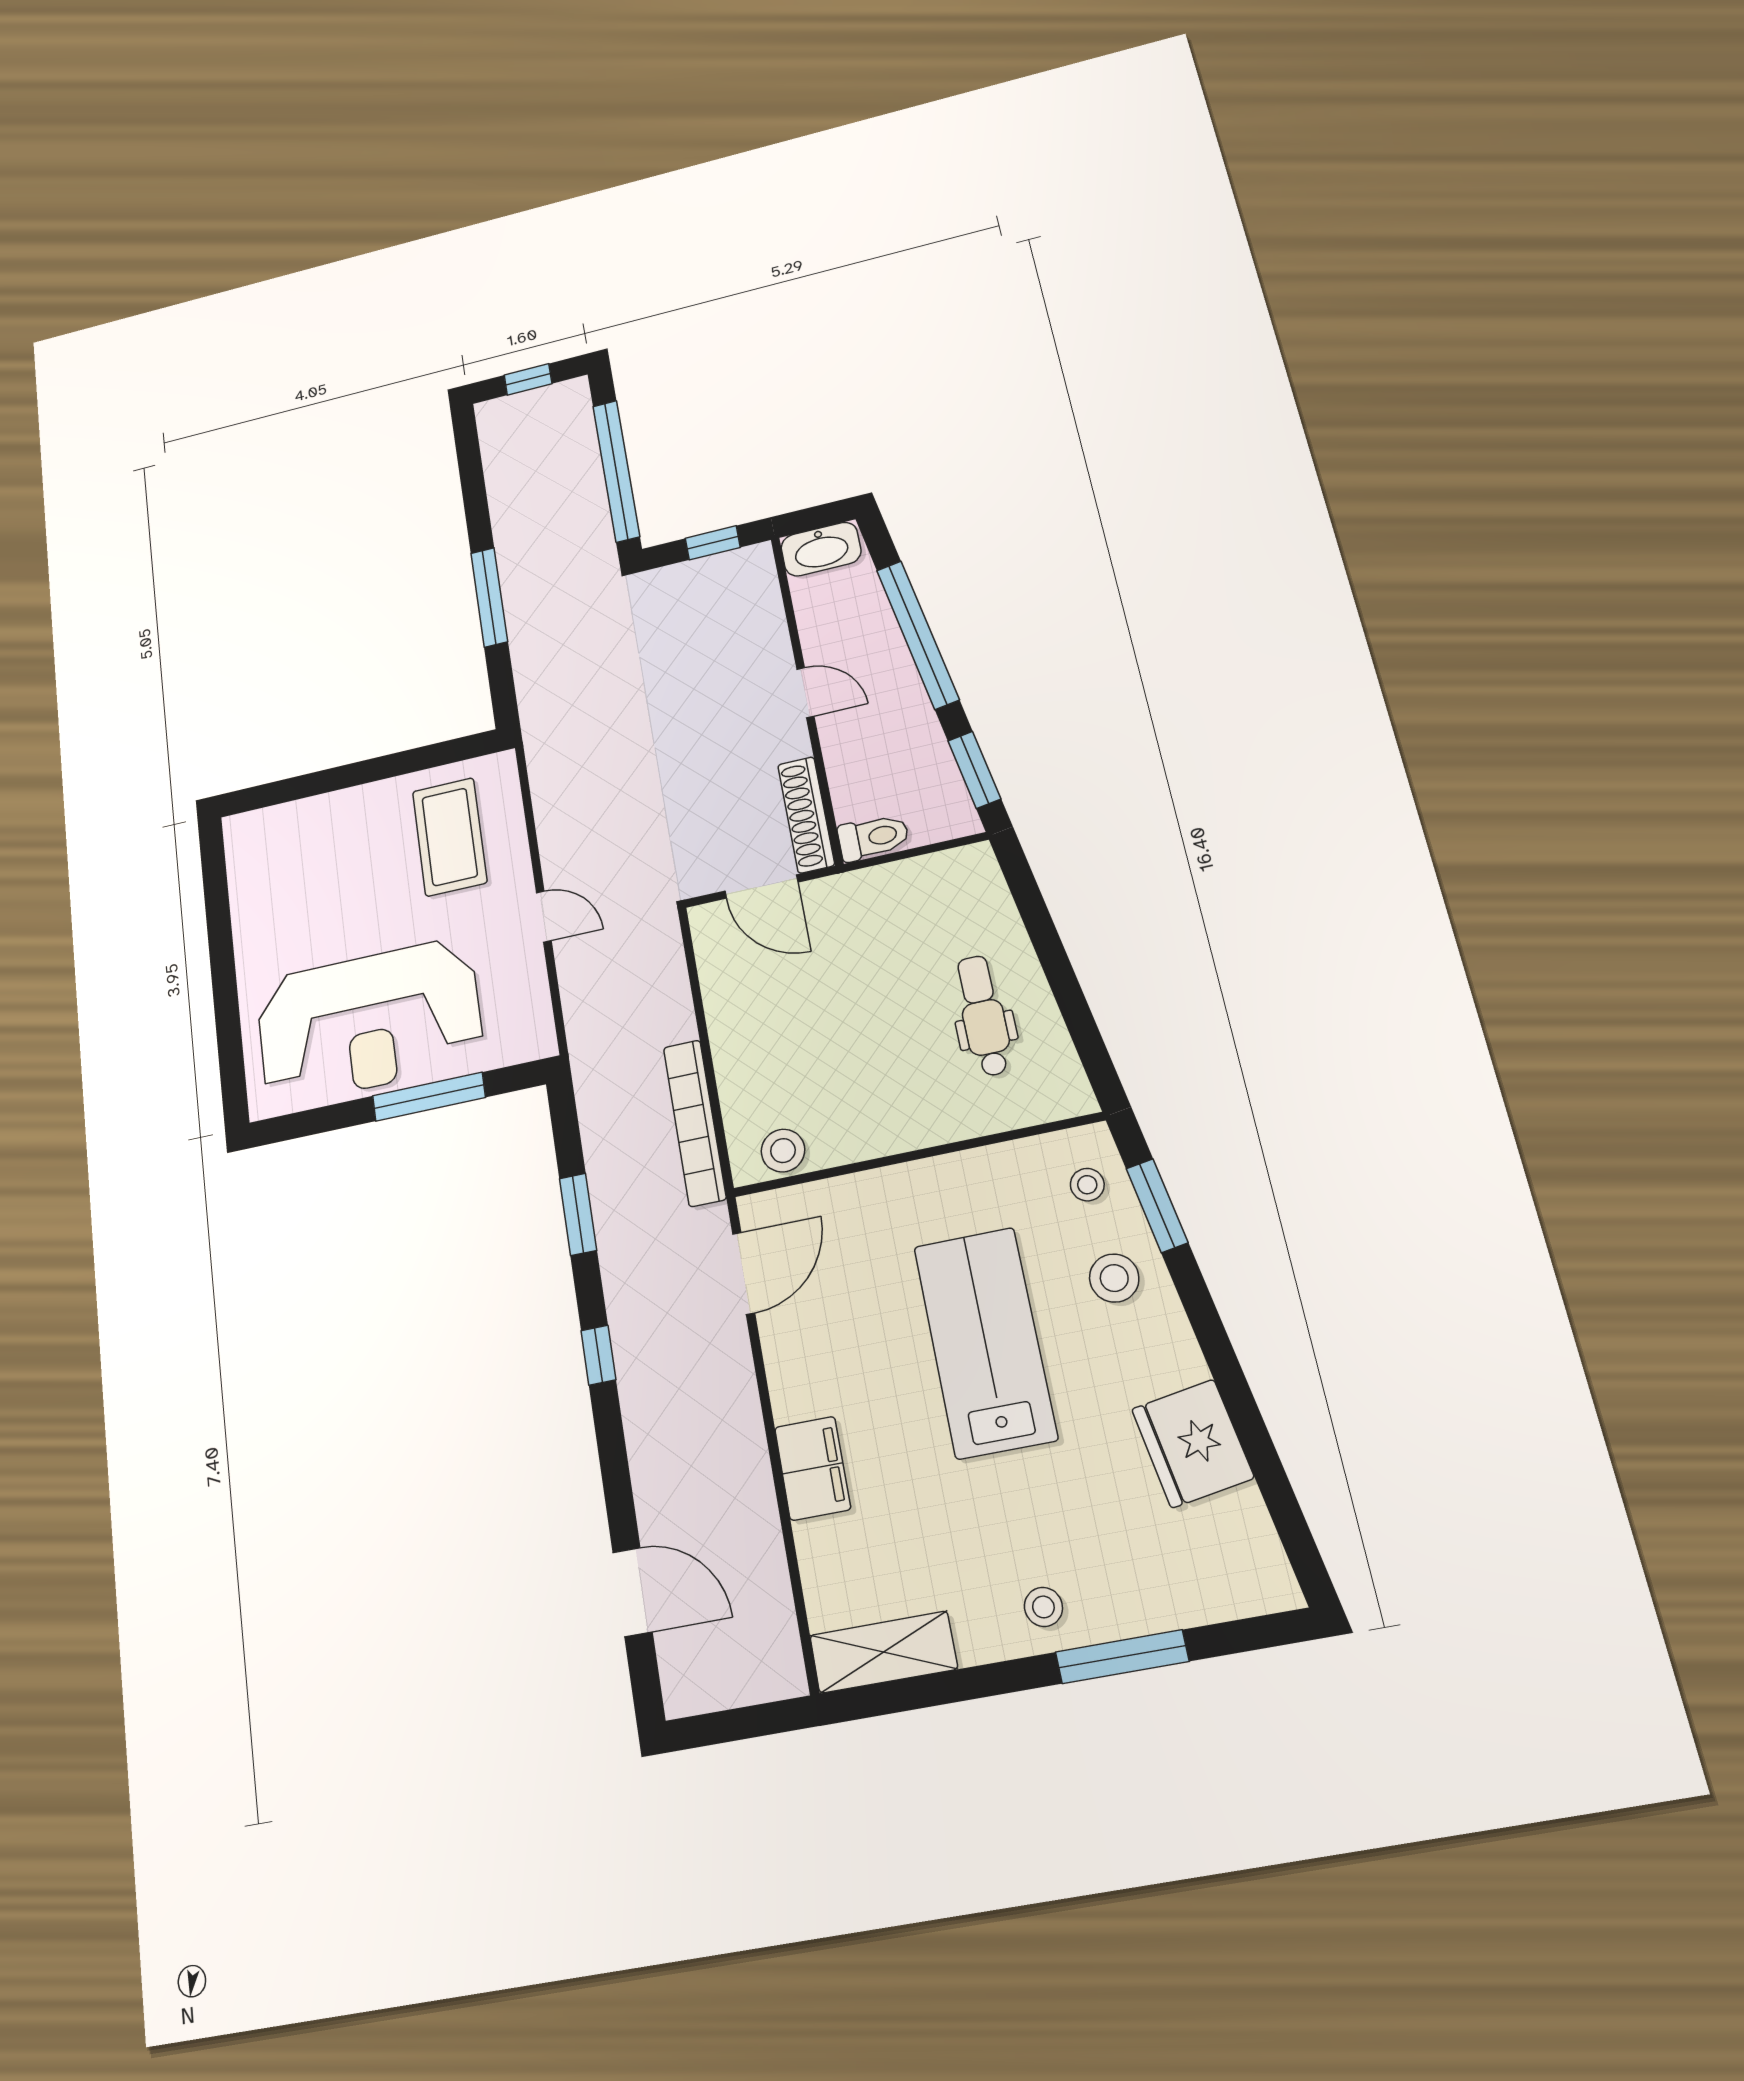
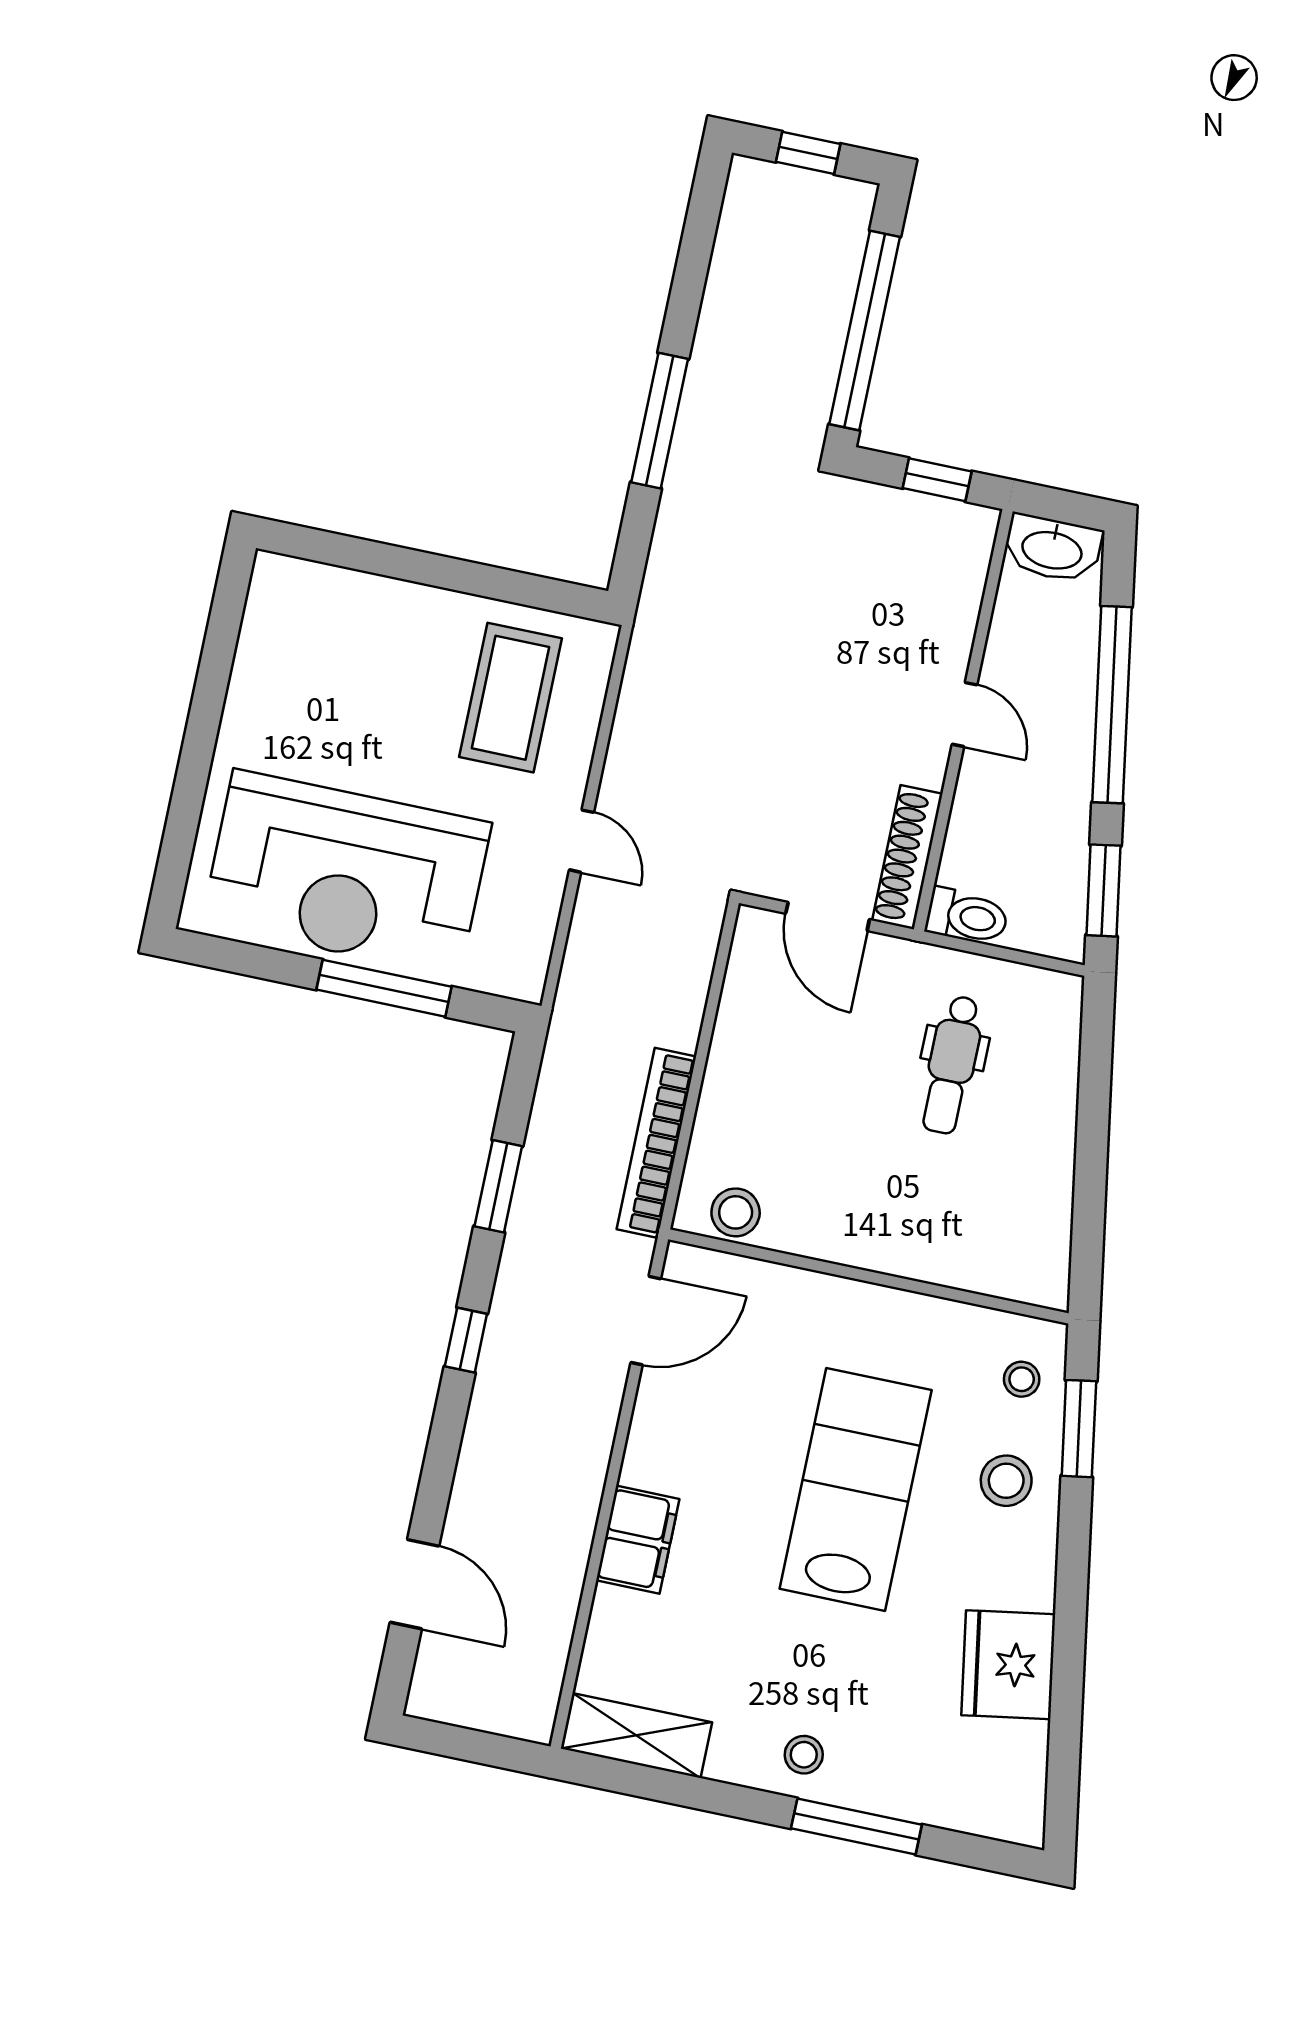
dental chair: (983, 1016) -> (952, 1065), moved, turned 180

